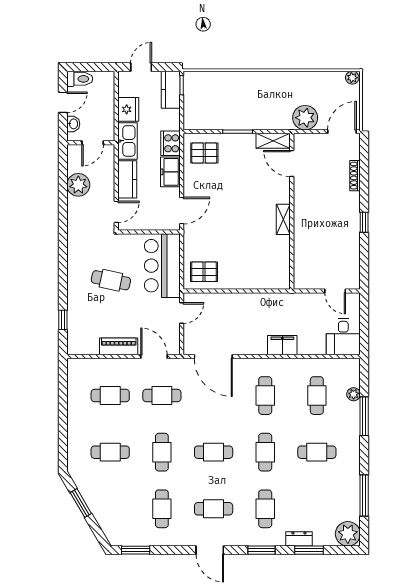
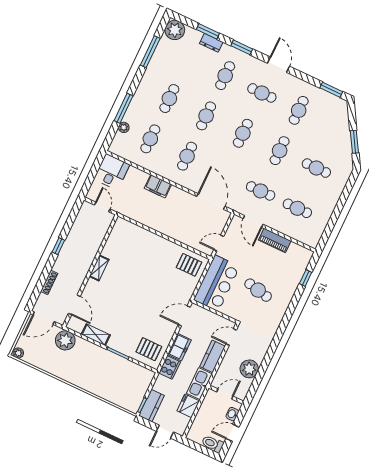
door: (292, 163) -> (74, 305), moved
wall: (292, 211) -> (90, 271), moved
shelving: (283, 219) -> (99, 268), moved
cafe table: (214, 452) -> (243, 133), turned 90
cafe table: (317, 452) -> (169, 99), turned 90

